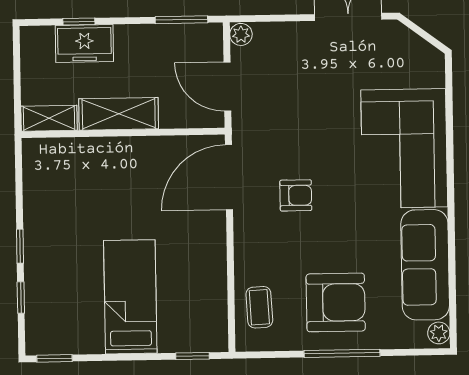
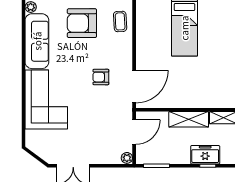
door: (227, 87) -> (134, 132), hinge flipped

